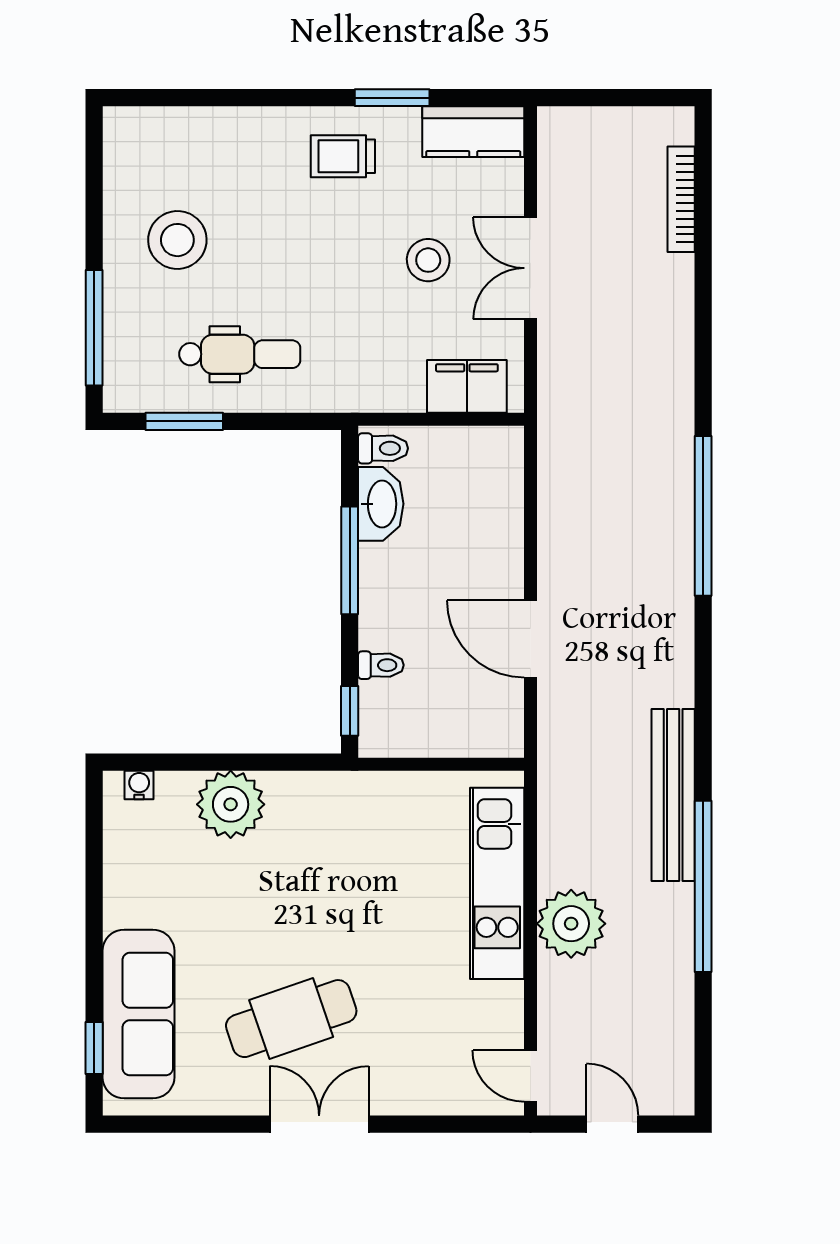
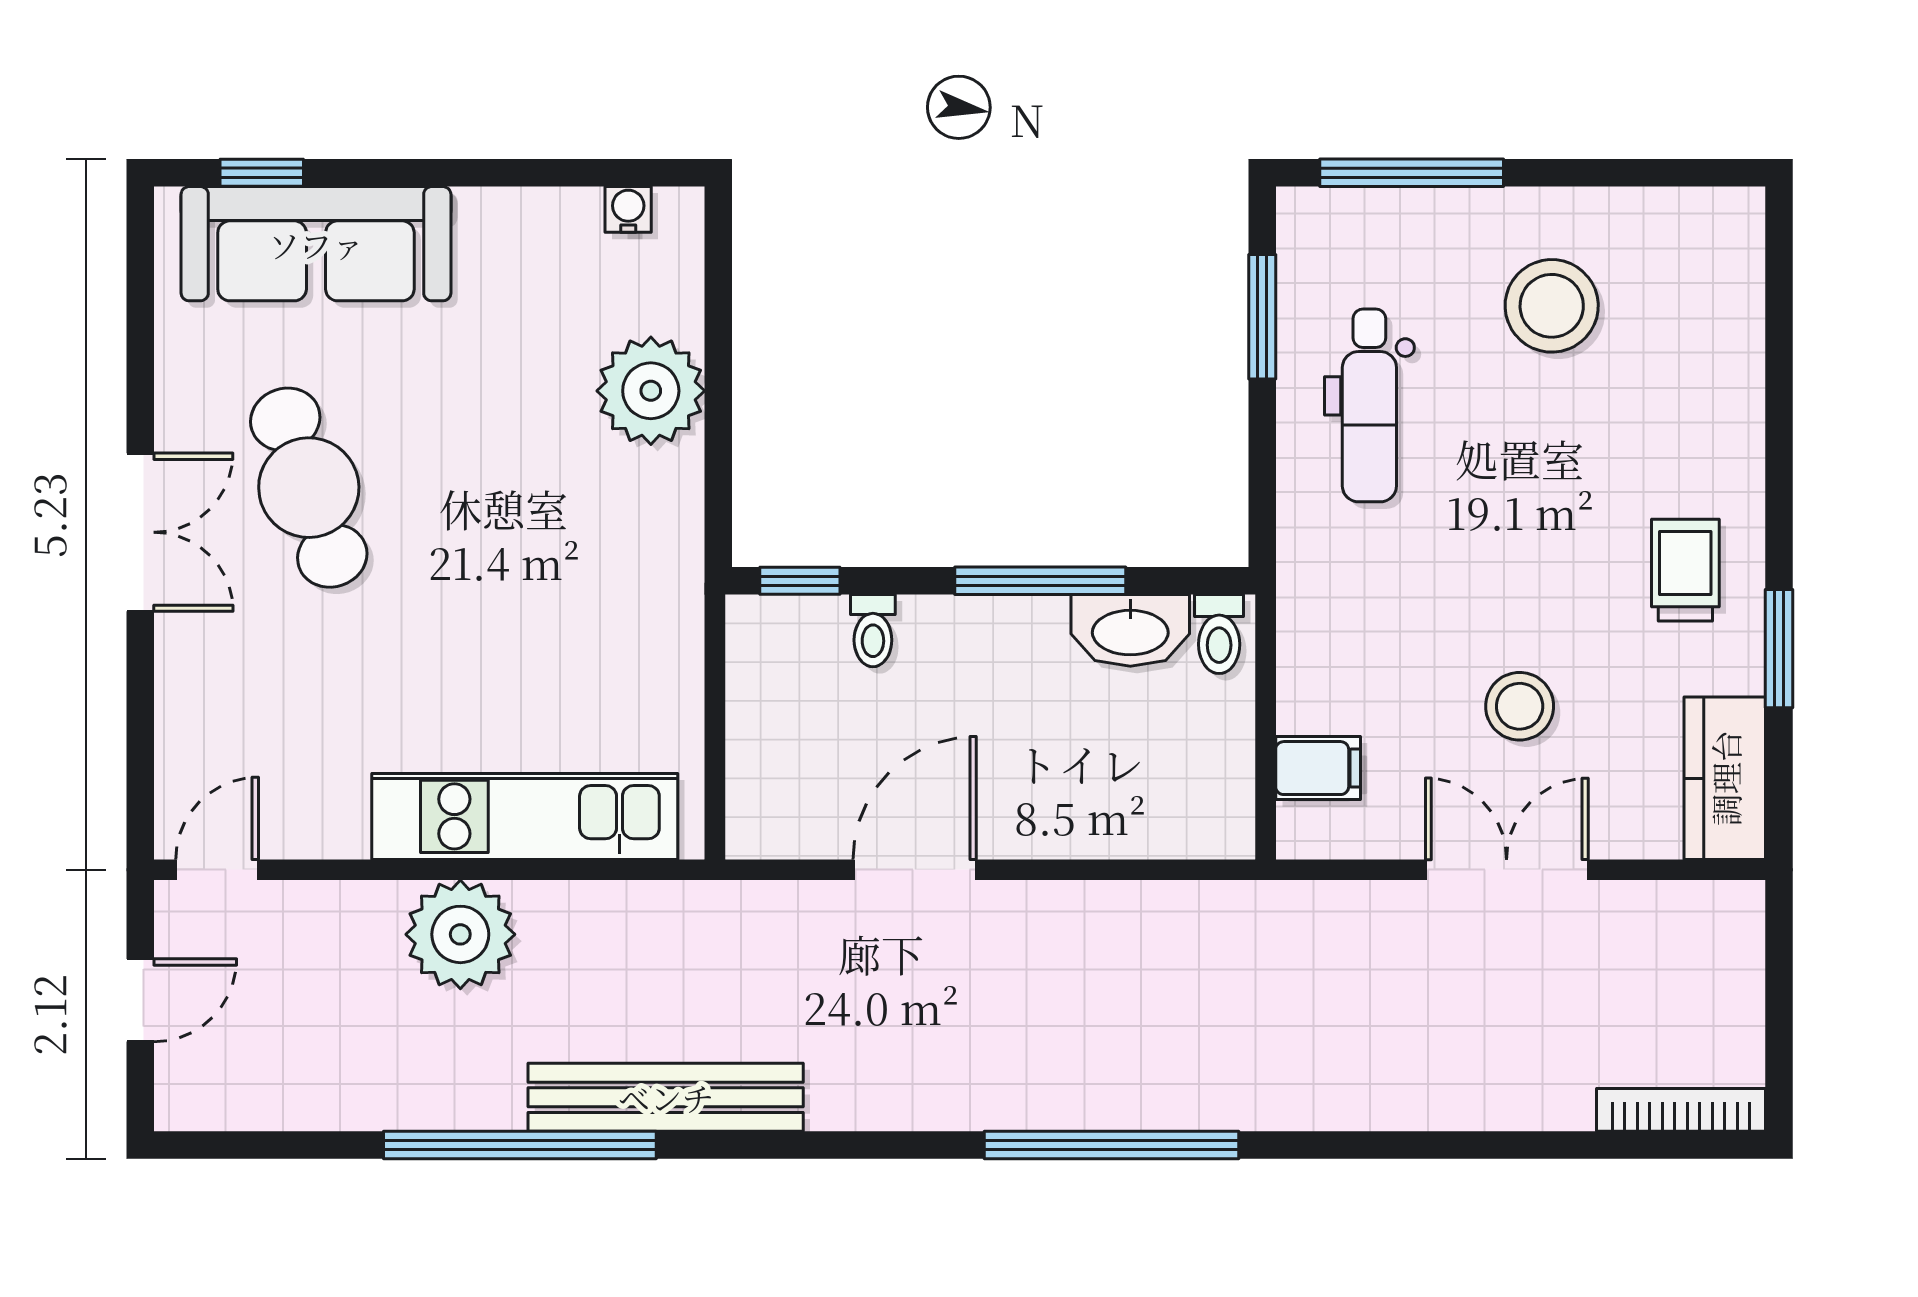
bookcase: (681, 199) -> (1681, 1110), moved
filing cabinet: (467, 386) -> (1318, 768), width x0.50
water cooler: (139, 785) -> (628, 209), moved, turned -90

